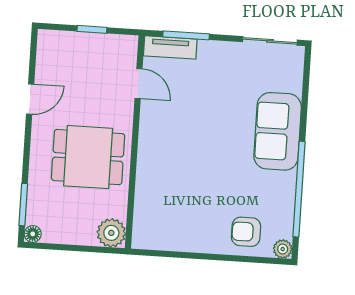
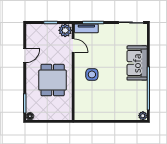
side table: (176, 150) -> (92, 74), added
dining table: (88, 157) -> (53, 80), turned 90
armchair: (246, 232) -> (126, 109), removed
plant: (111, 233) -> (65, 30), moved

